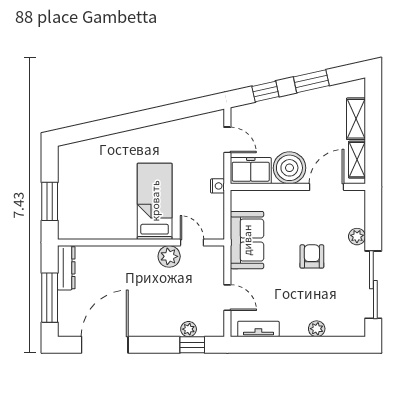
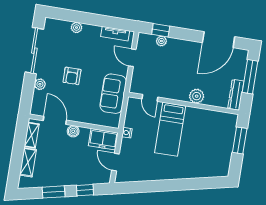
boiler: (289, 168) -> (73, 131), width x0.54, depth x0.54
door: (327, 187) -> (55, 120), swing flipped
plant: (169, 256) -> (197, 96), moved

